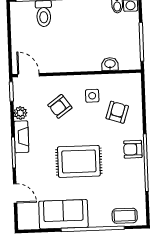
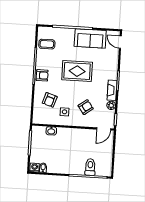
door: (28, 75) -> (104, 129), hinge flipped
door: (15, 193) -> (120, 42), moved
coffee table: (125, 216) -> (47, 44), moved

